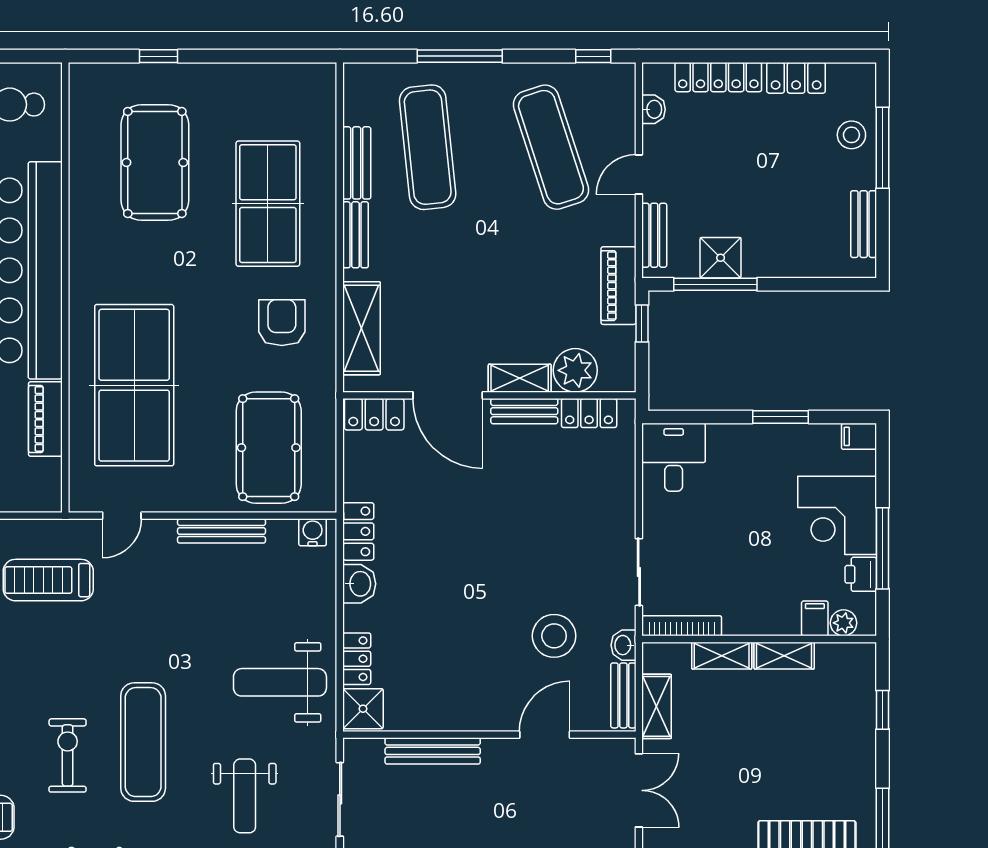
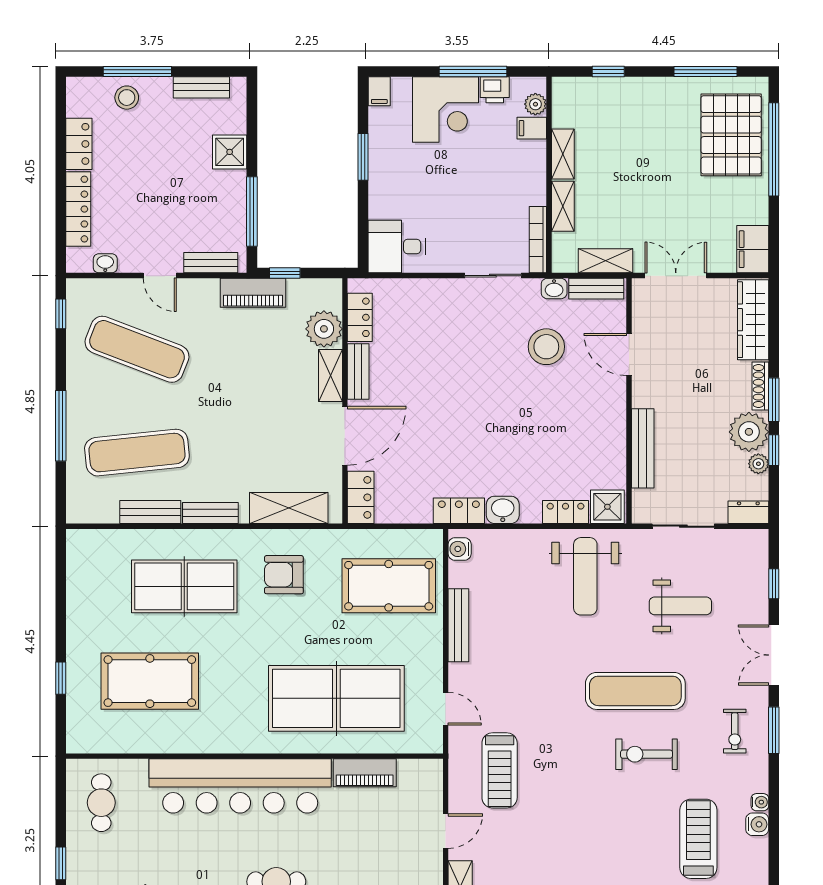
exercise mat: (551, 147) -> (137, 349), turned 39
shower: (721, 258) -> (230, 152), moved

